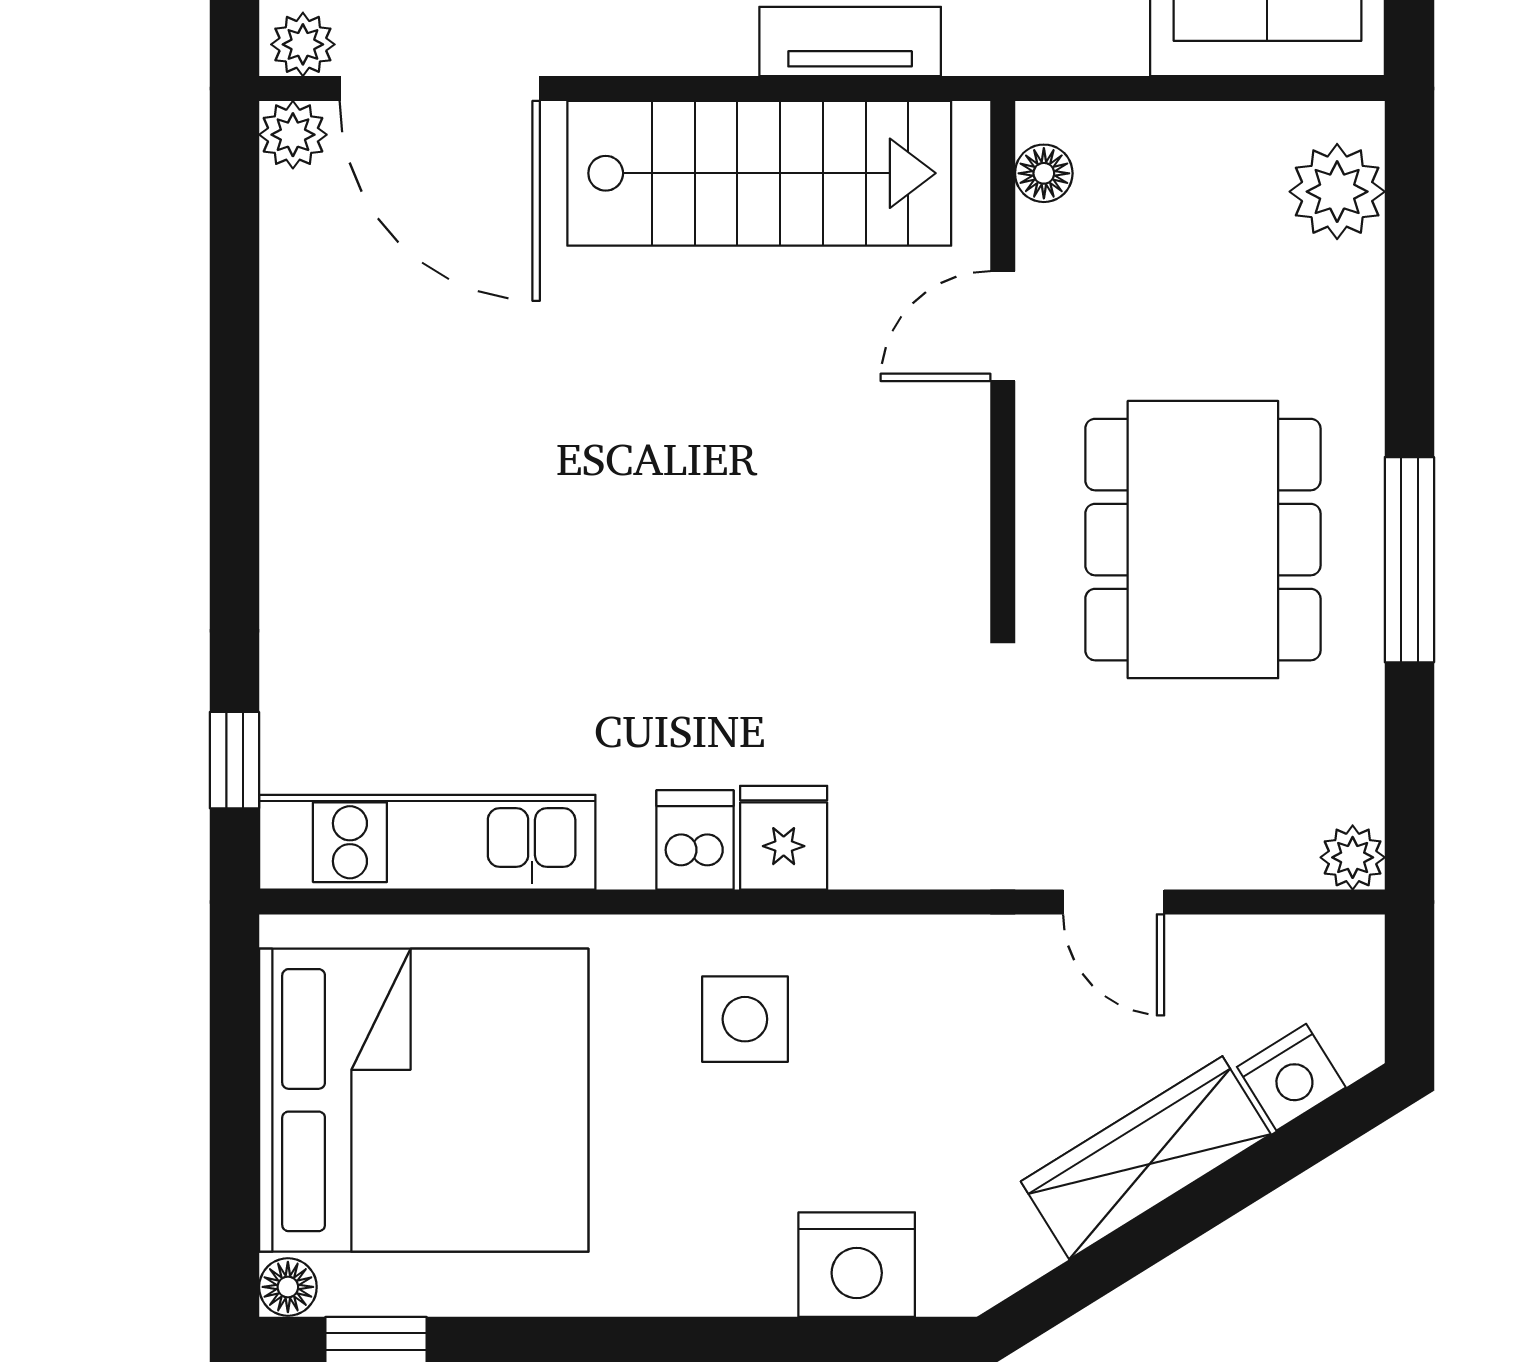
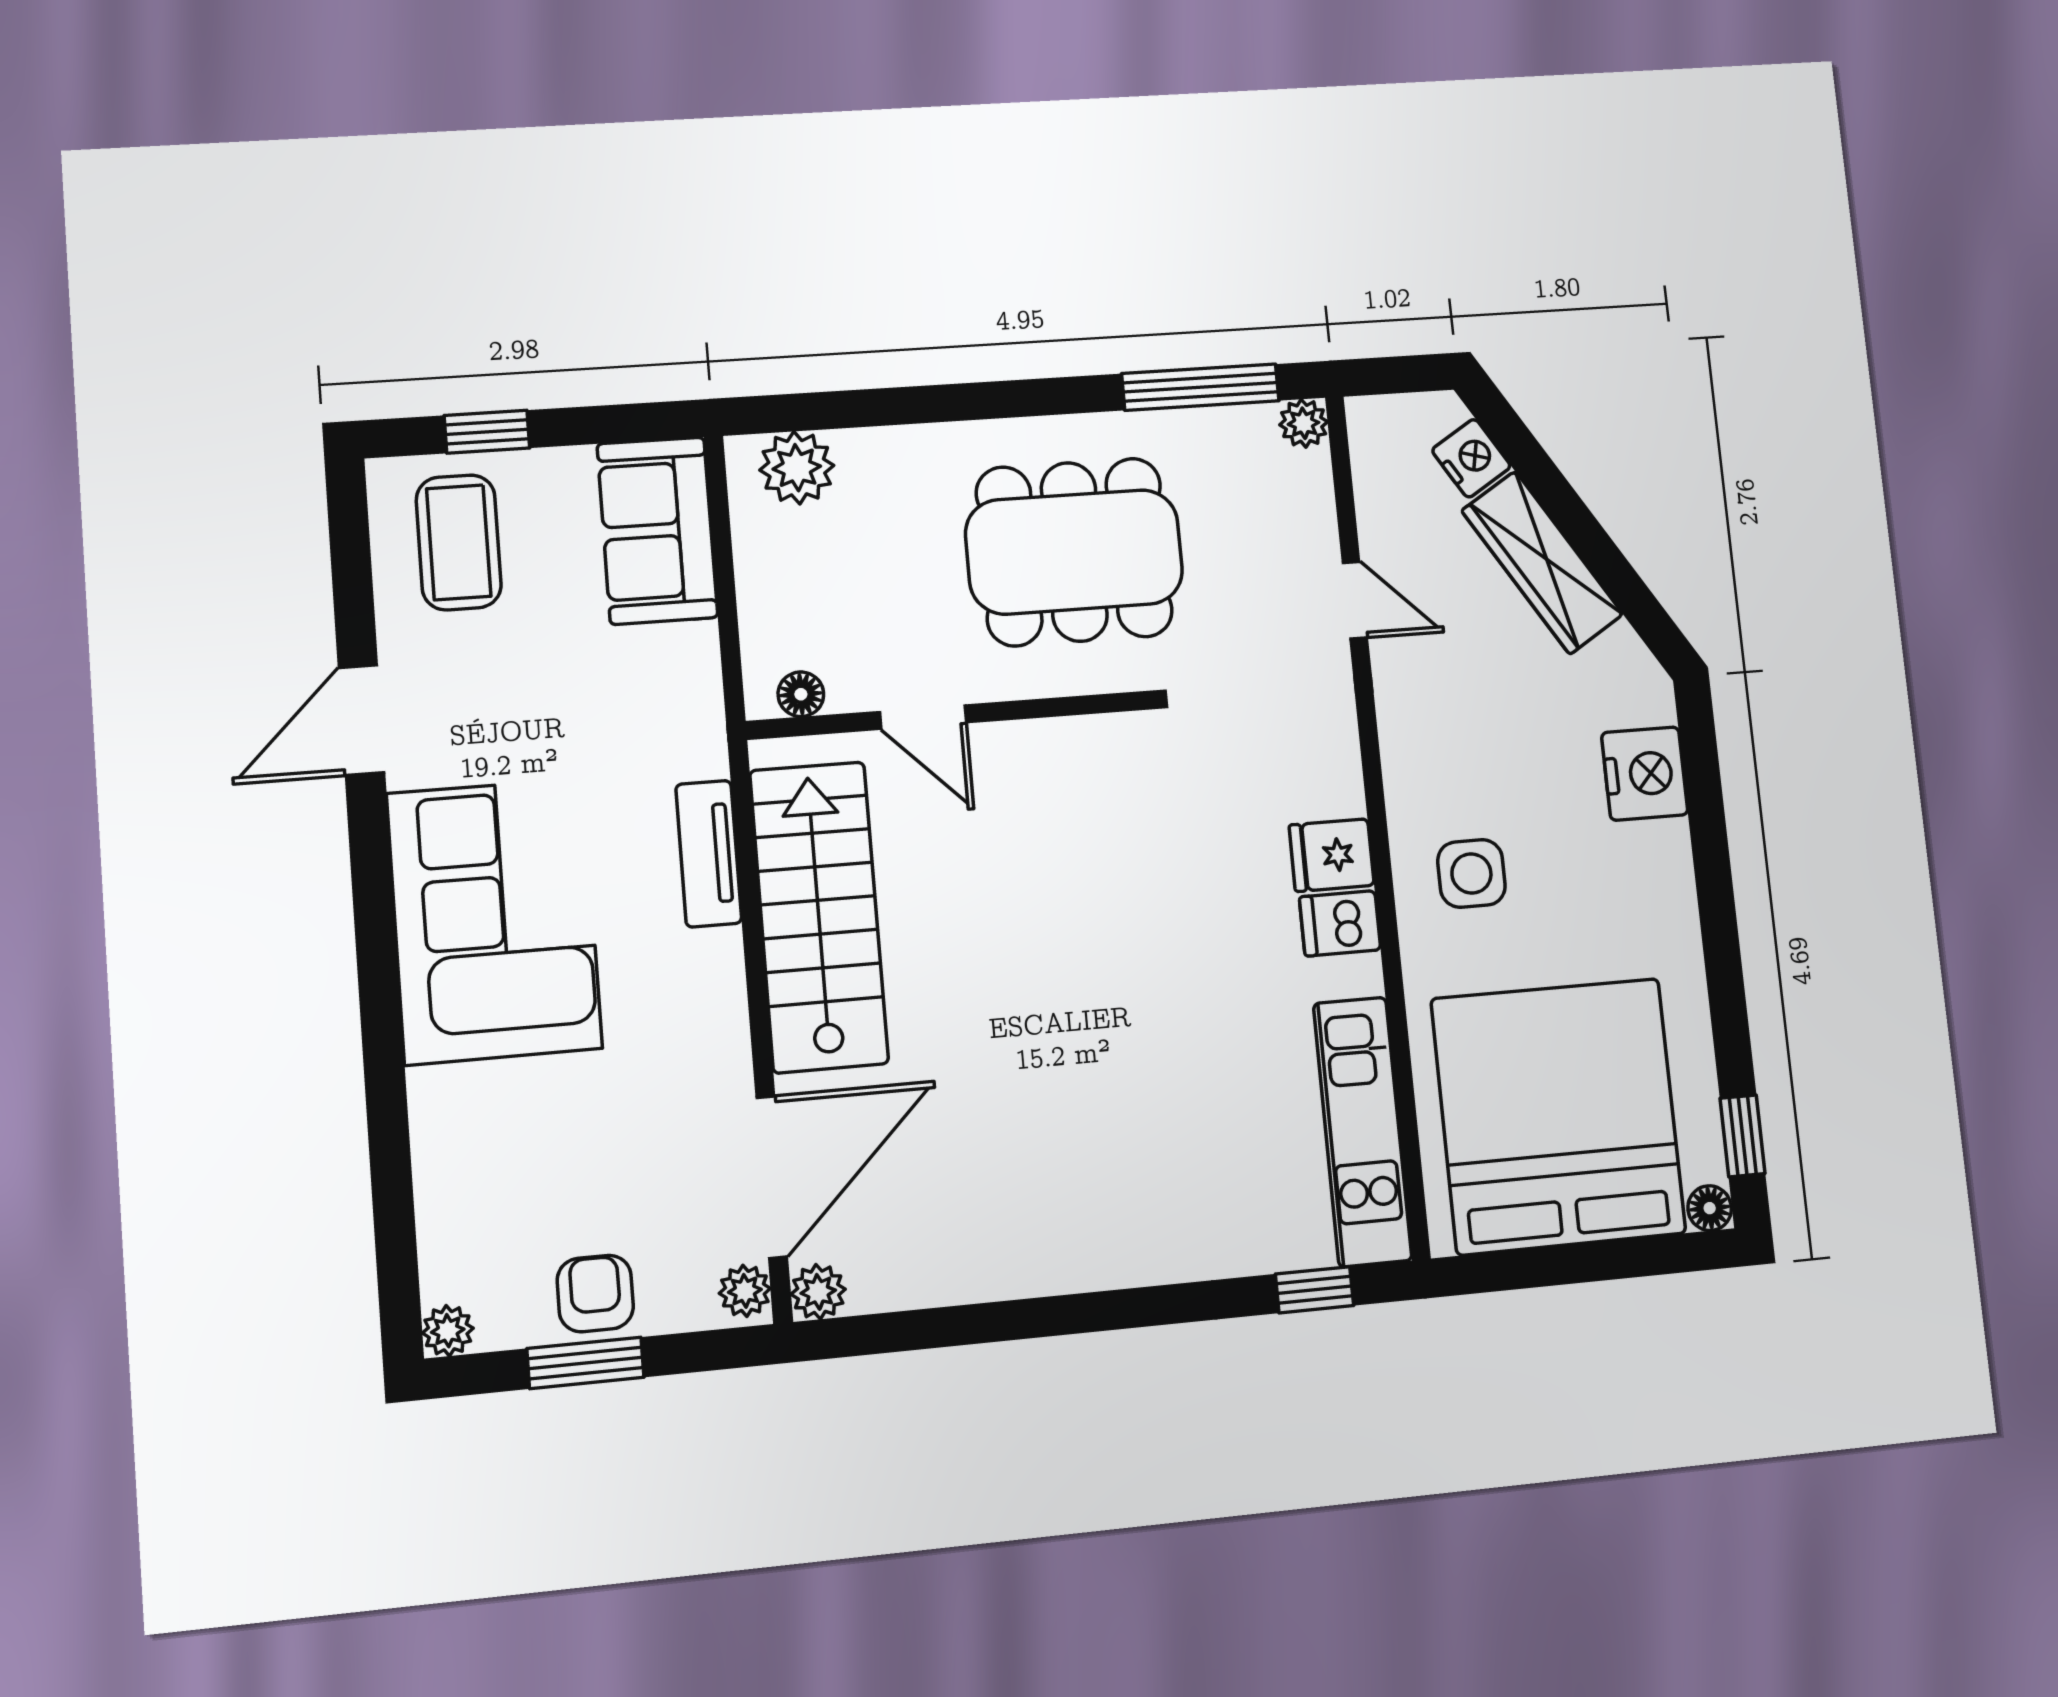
window: (1409, 560) -> (1200, 387), moved
door: (1114, 902) -> (1355, 600), hinge flipped

